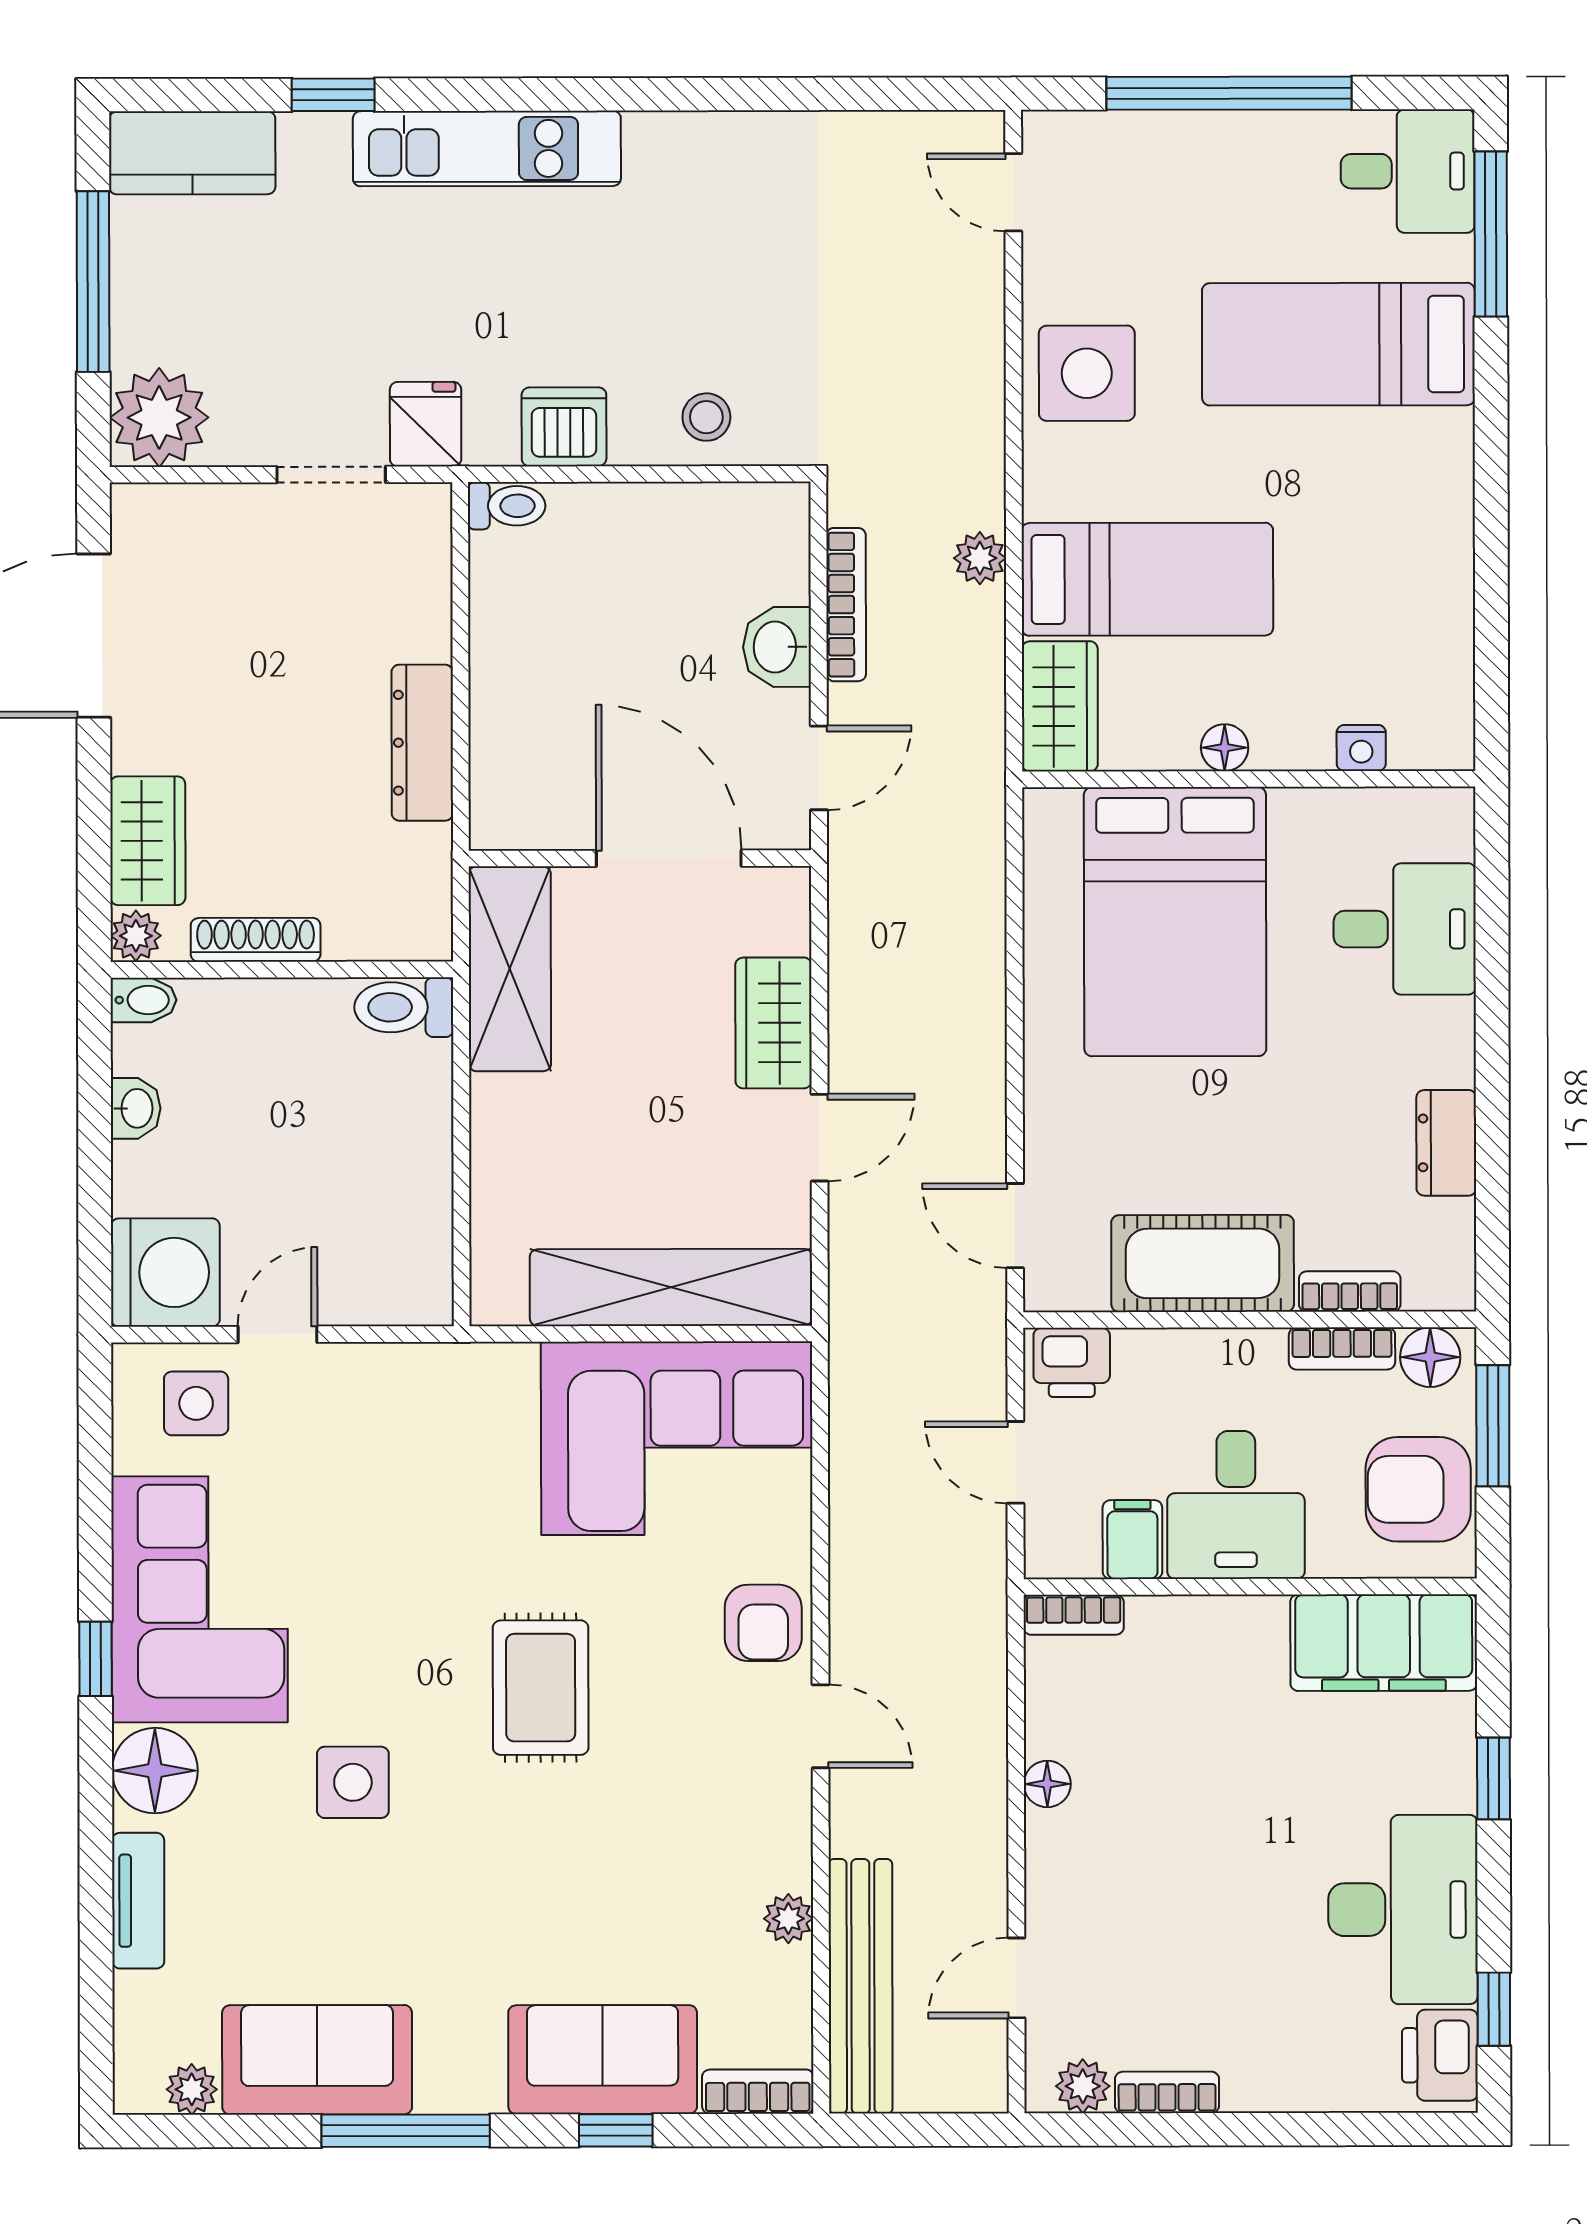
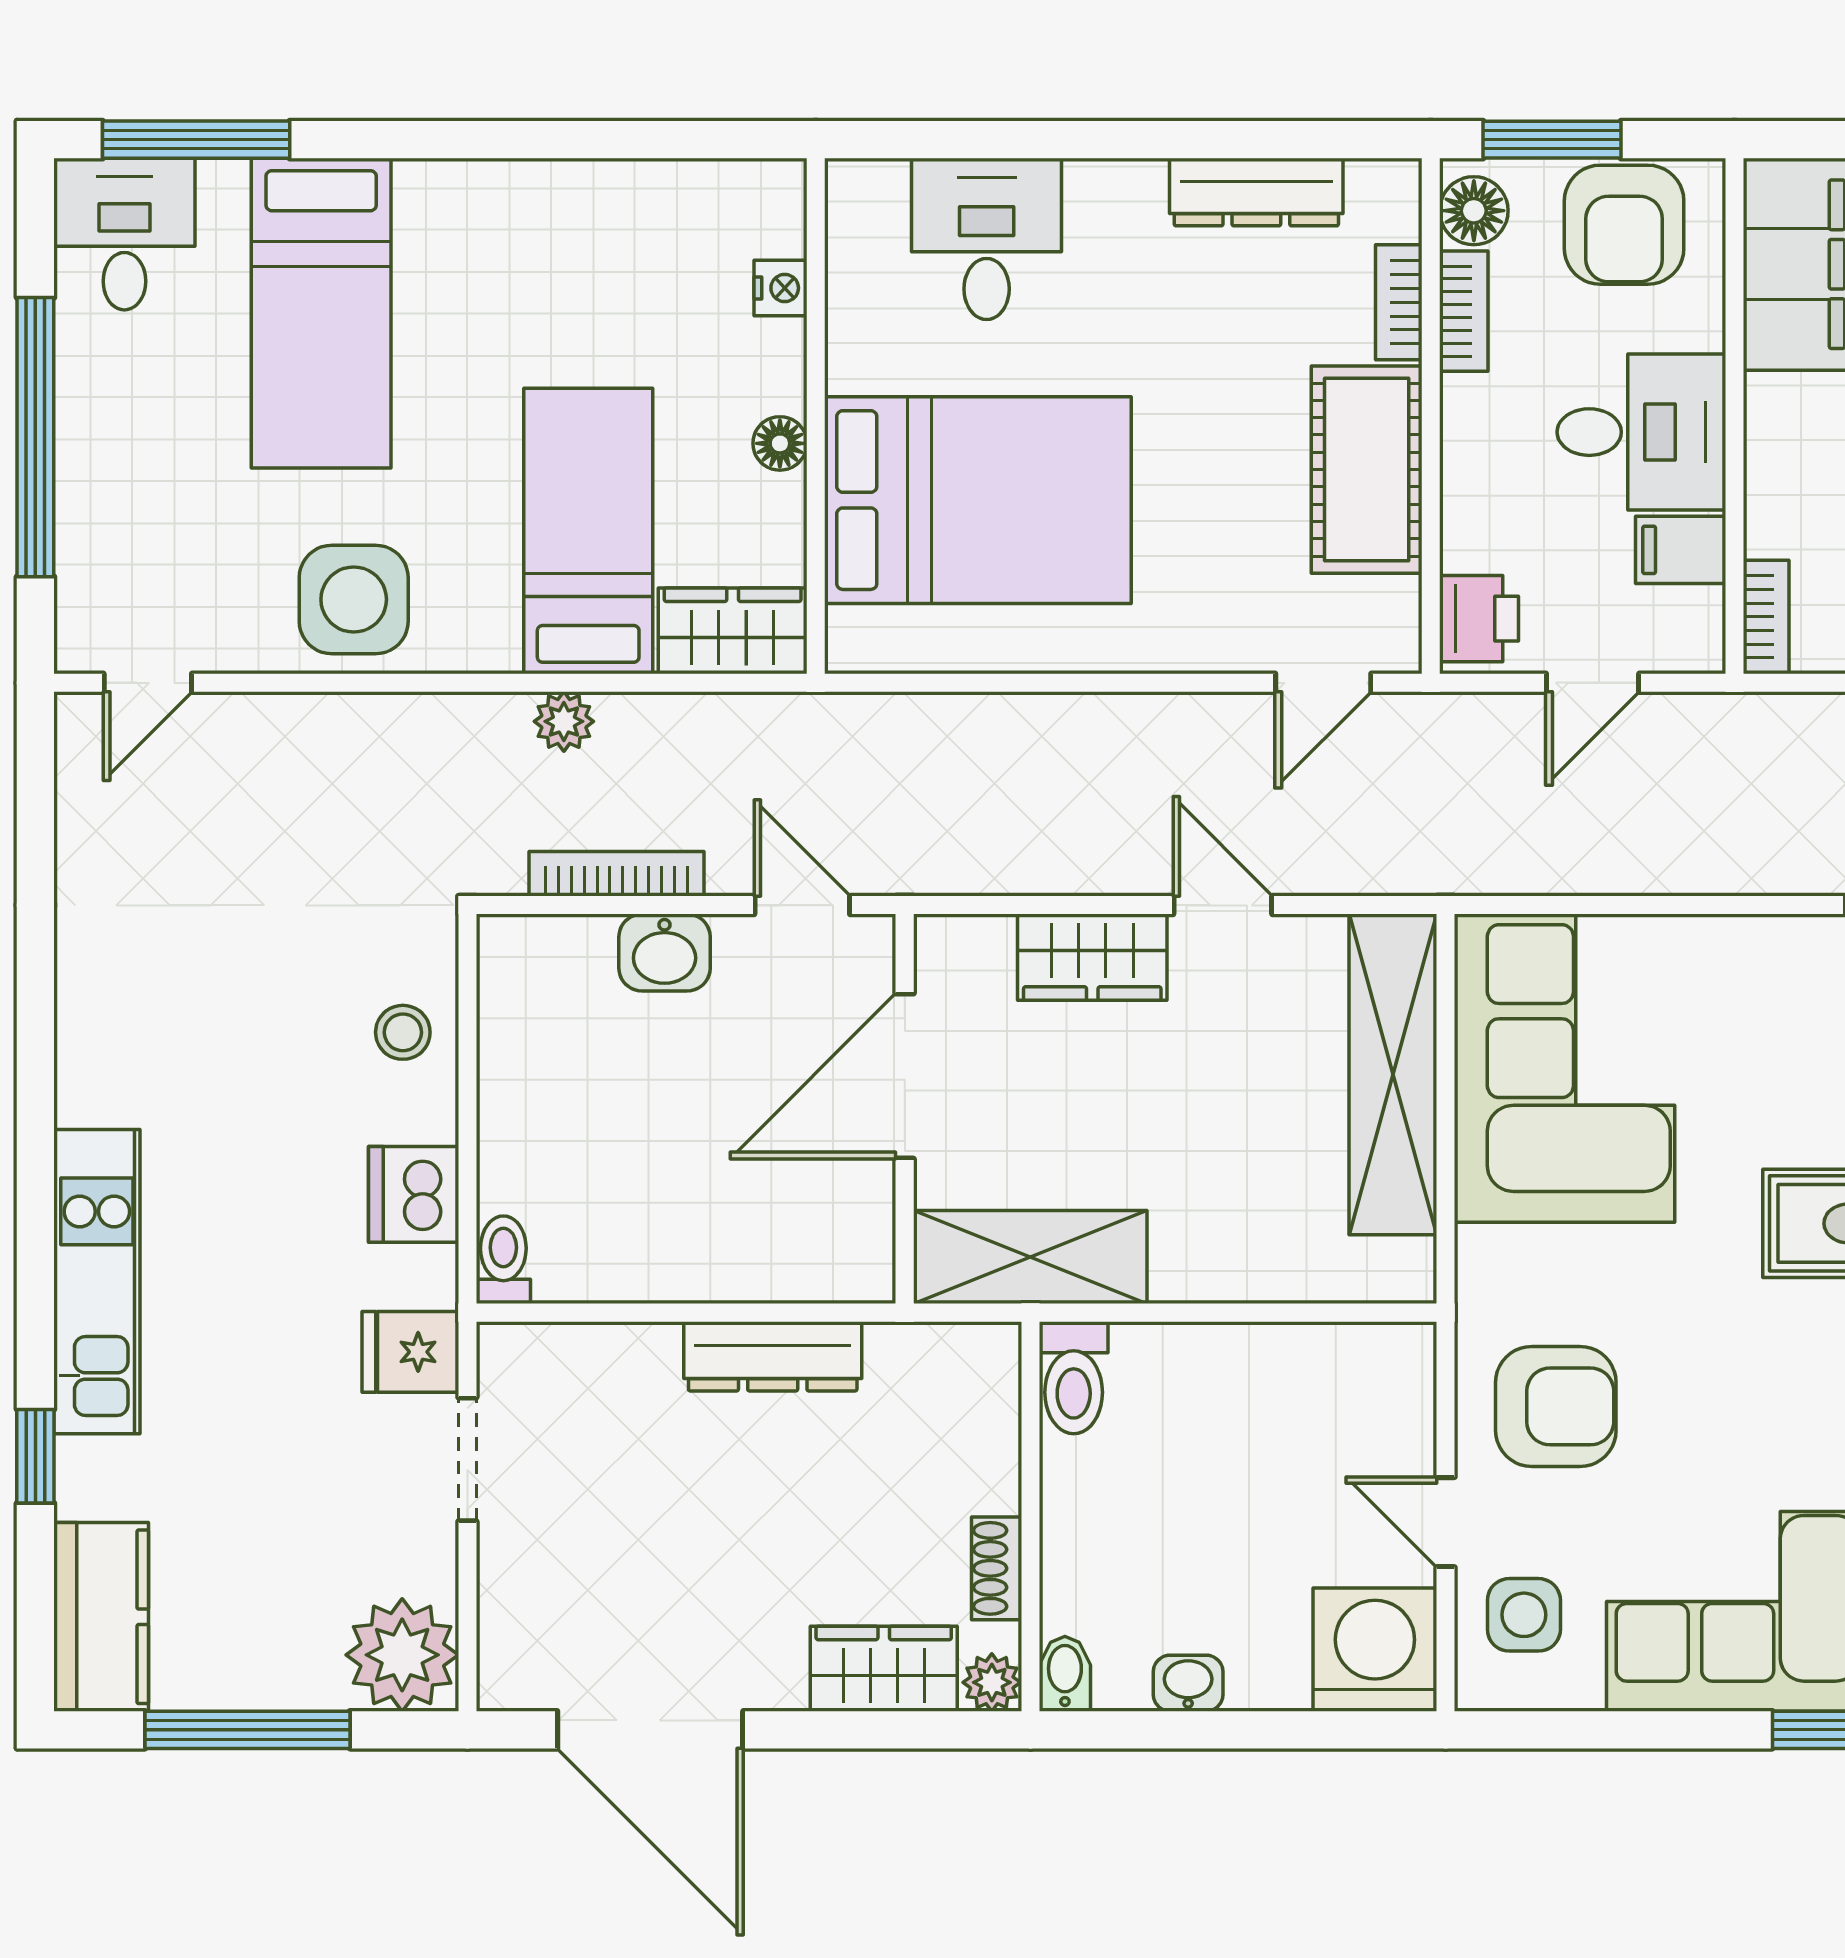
shoe rack: (256, 940) -> (997, 1568), width x0.70
dresser: (1446, 1143) -> (1256, 192), width x1.44
armchair: (763, 1623) -> (1556, 1406), moved, width x1.38, depth x1.38

